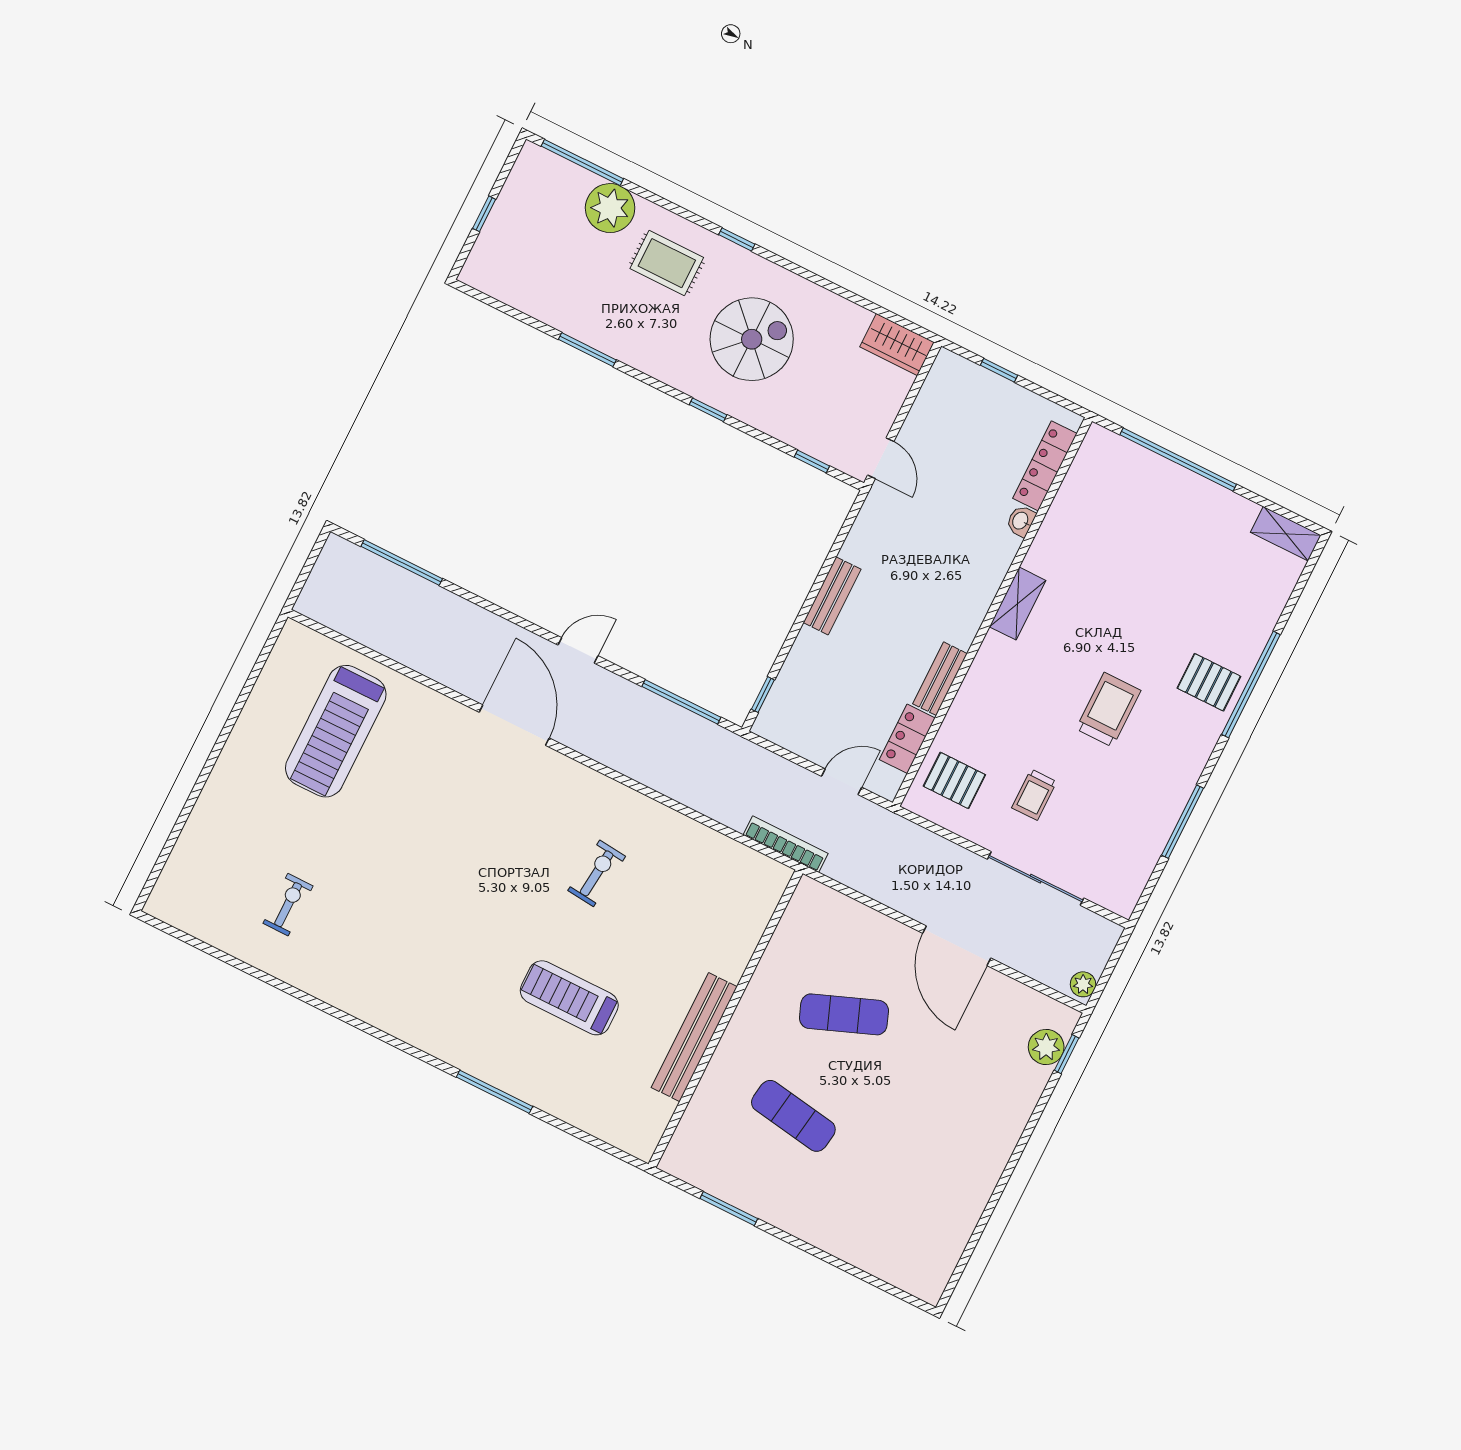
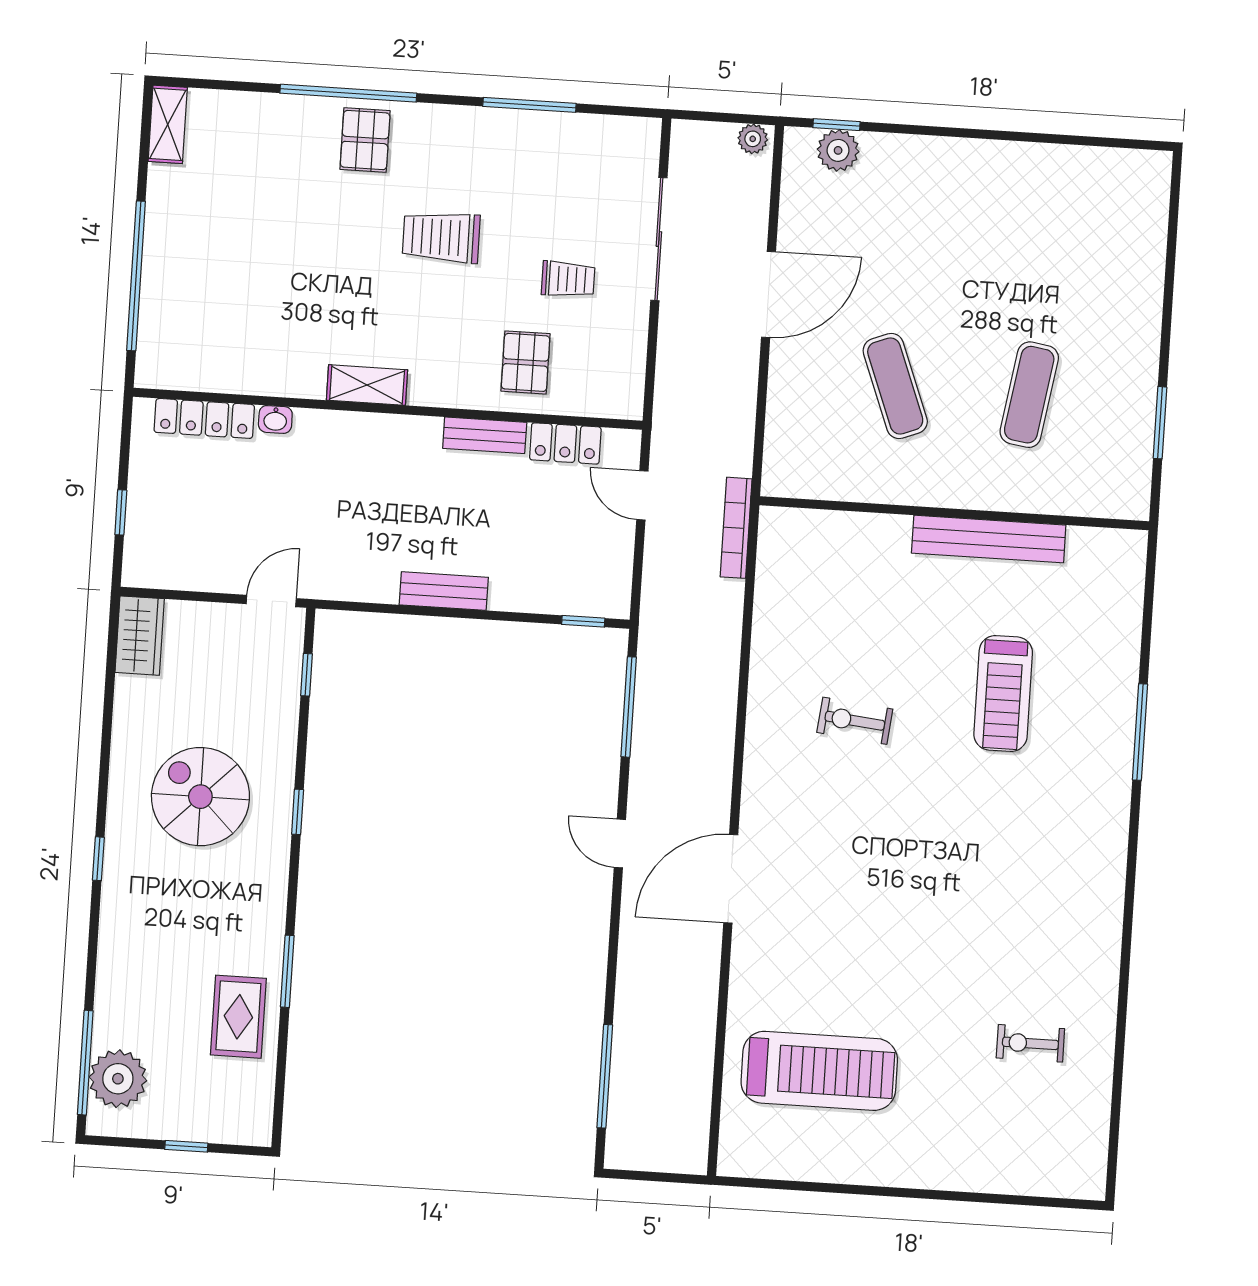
plant: (610, 208) -> (118, 1079), moved
rug: (667, 263) -> (238, 1017), moved
pallet: (954, 780) -> (526, 362), moved

